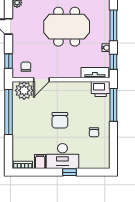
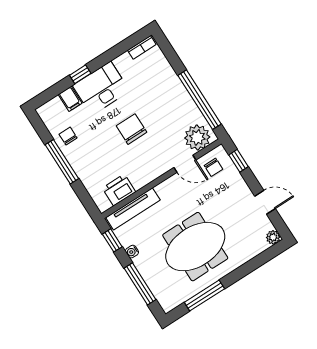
tv unit: (95, 73) -> (133, 209), width x1.41
door: (41, 80) -> (185, 164), swing flipped
printer: (101, 89) -> (119, 190), moved
window: (113, 105) -> (62, 162), moved
chair: (94, 132) -> (68, 136), moved
filing cabinet: (40, 161) -> (70, 99), moved

